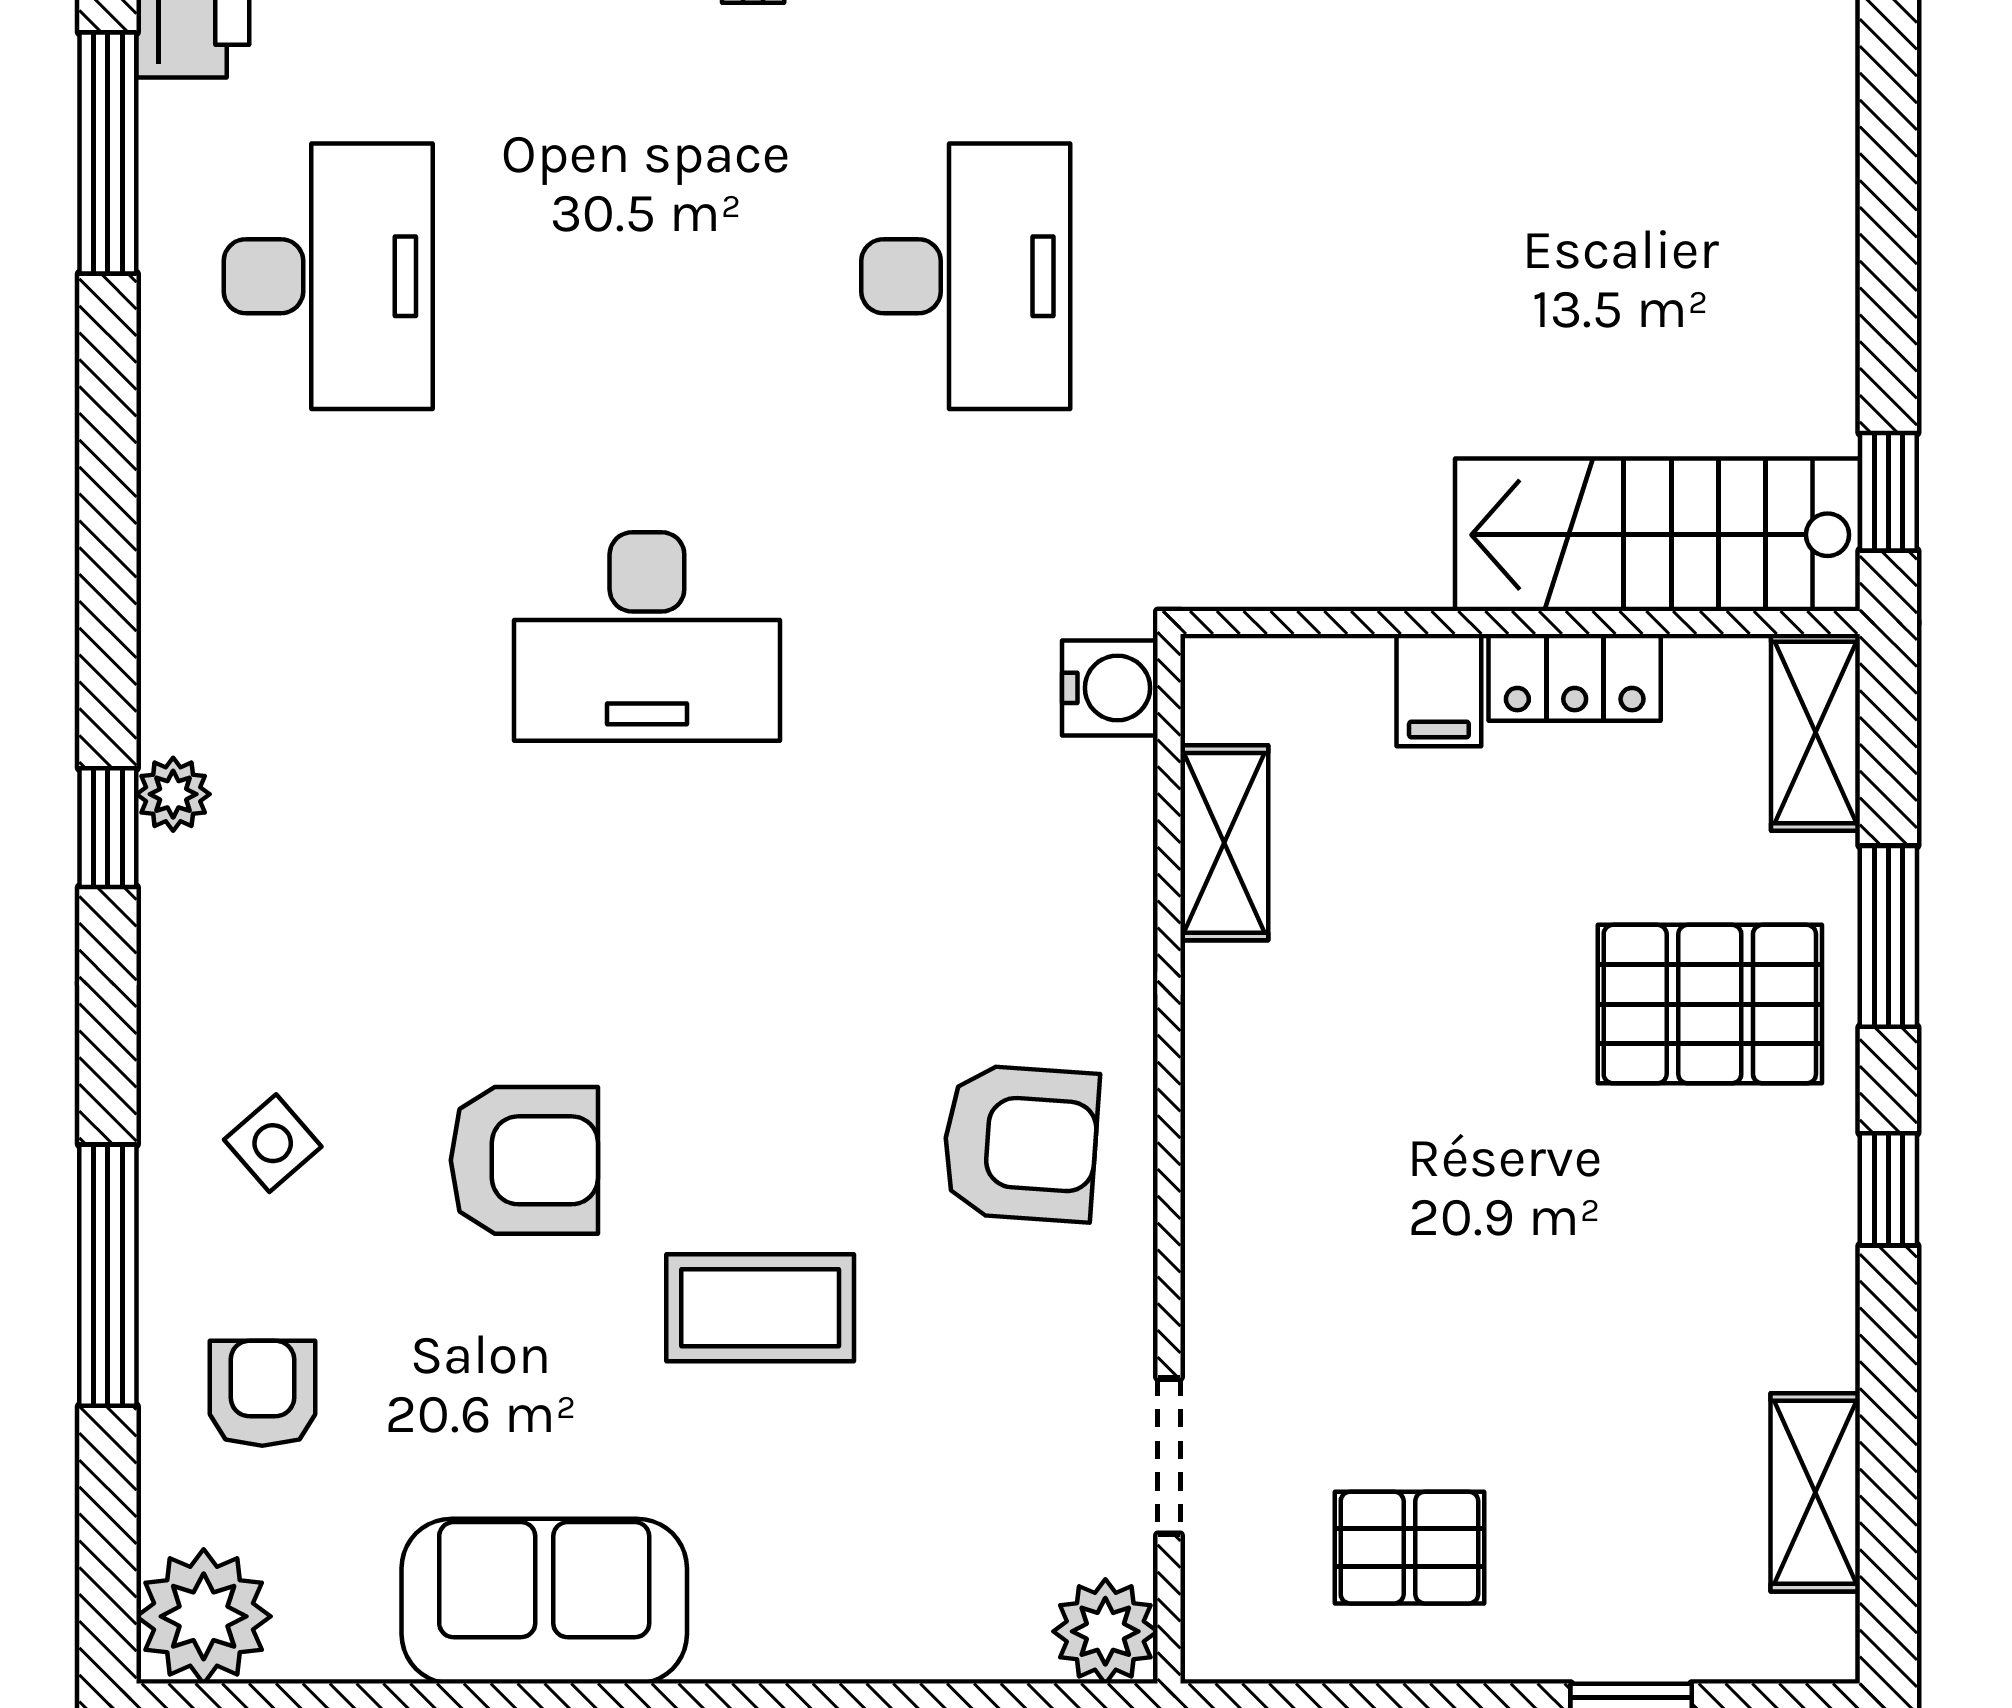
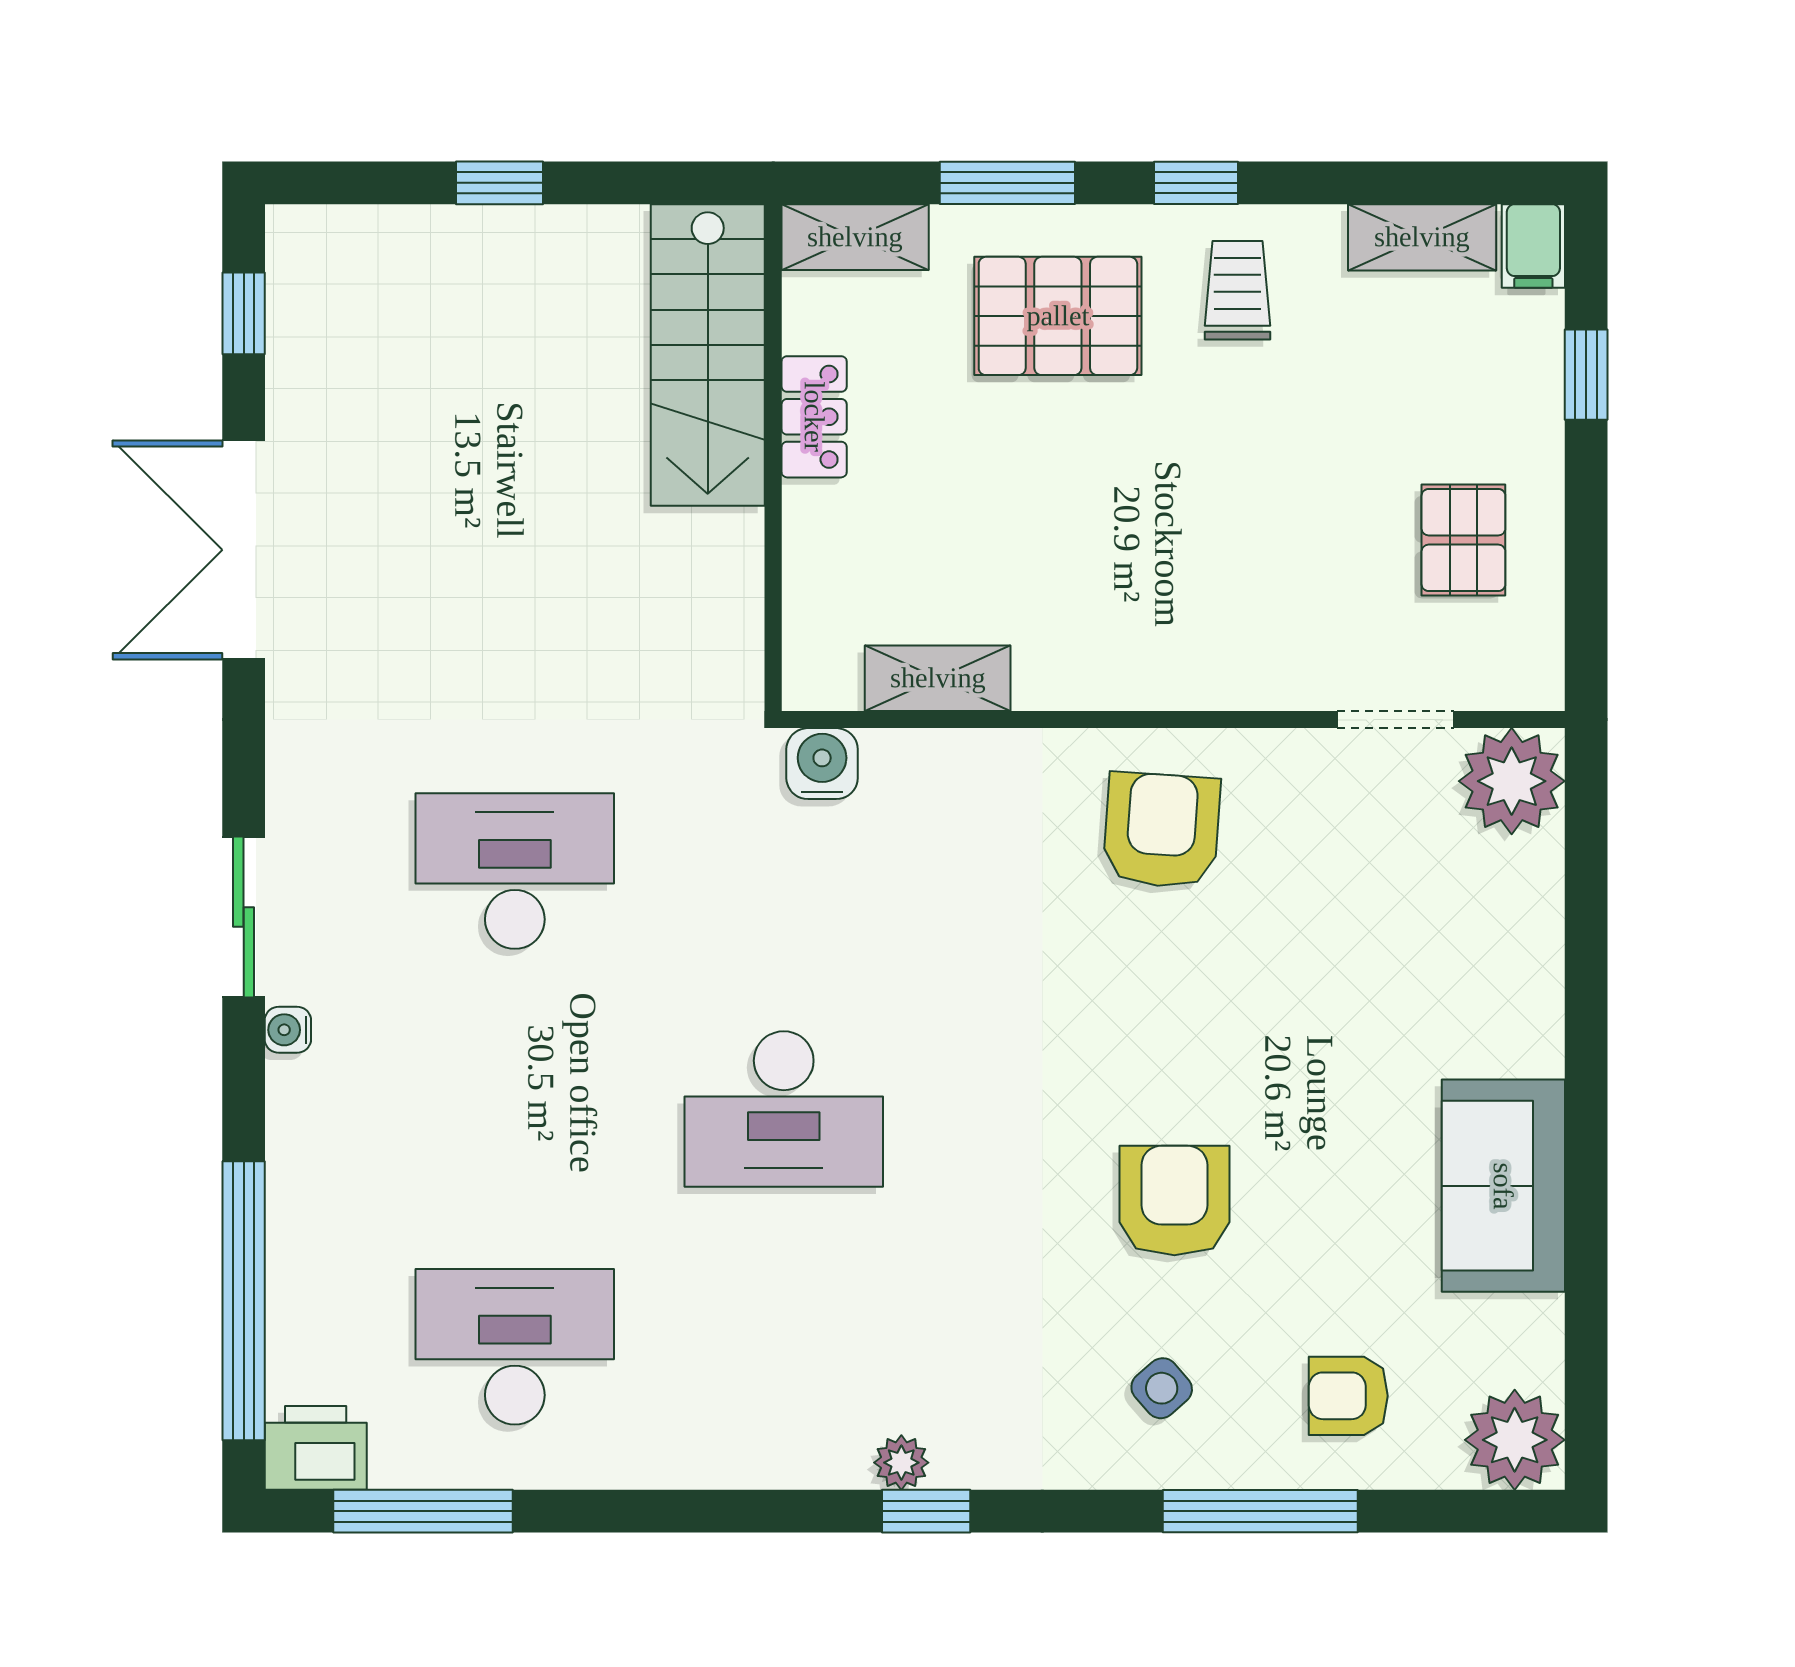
window: (1888, 492) -> (499, 183), moved
desk: (647, 637) -> (784, 1109), turned 90
filing cabinet: (1439, 690) -> (1533, 246), moved, turned 90
pallet: (1710, 1004) -> (1058, 316), turned 90
trolley: (1744, 1245) -> (1237, 290), added
coffee table: (760, 1308) -> (1285, 1025), removed
plant: (1105, 1631) -> (1512, 781), width x1.36, depth x1.36

